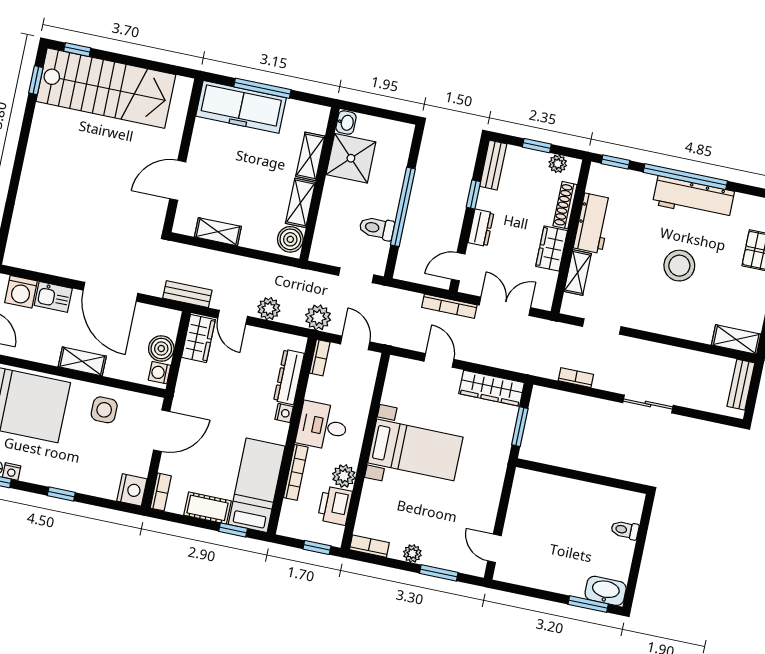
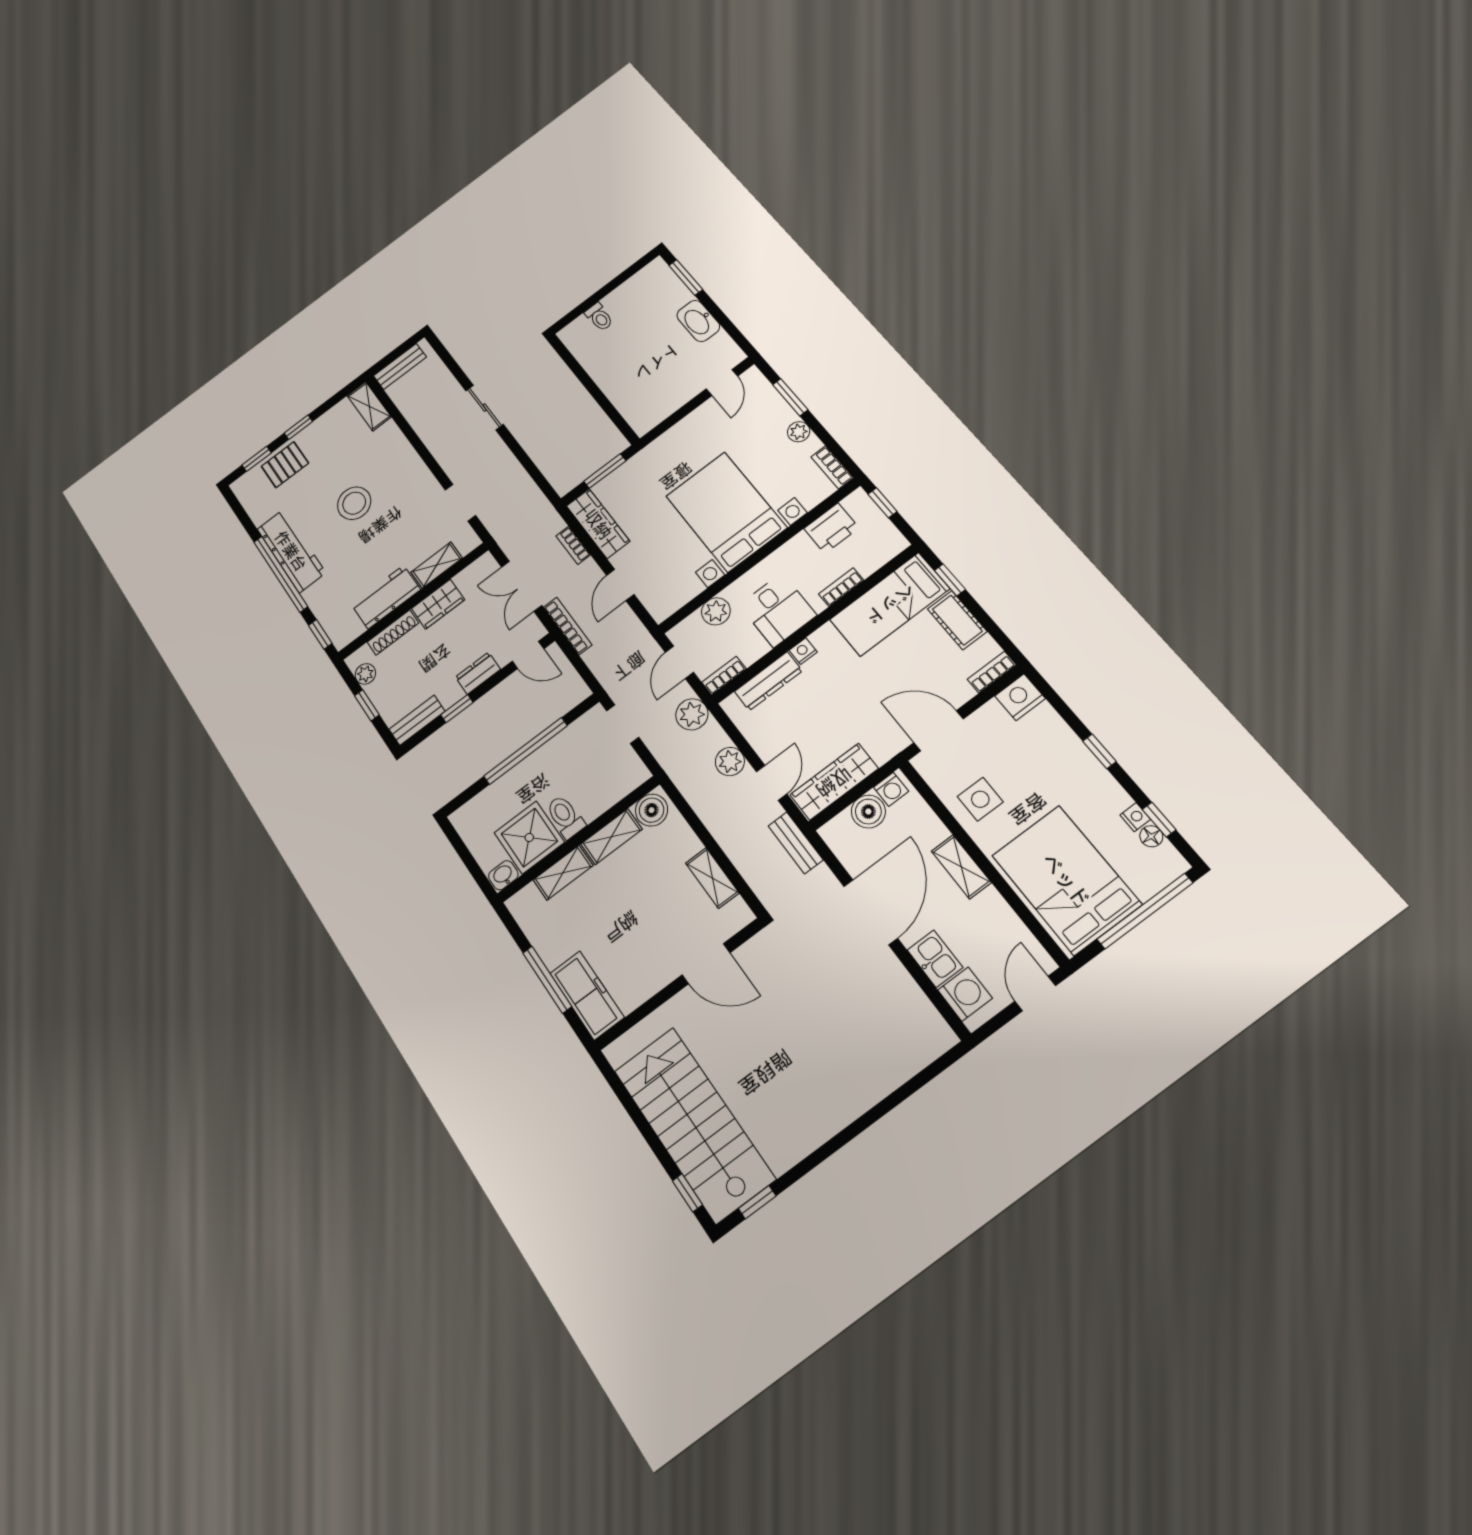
freezer: (241, 107) -> (587, 995), width x0.73, depth x0.79
toilet: (377, 228) -> (565, 817), moved, turned 180
wardrobe: (198, 338) -> (834, 782), width x1.50
bookcase: (576, 378) -> (573, 545), moved
bed with nightstands: (415, 450) -> (726, 512), width x1.36
bookcase: (296, 472) -> (841, 587), width x0.64
plant: (344, 476) -> (716, 611), moved
washbasin: (606, 591) -> (698, 321), moved

